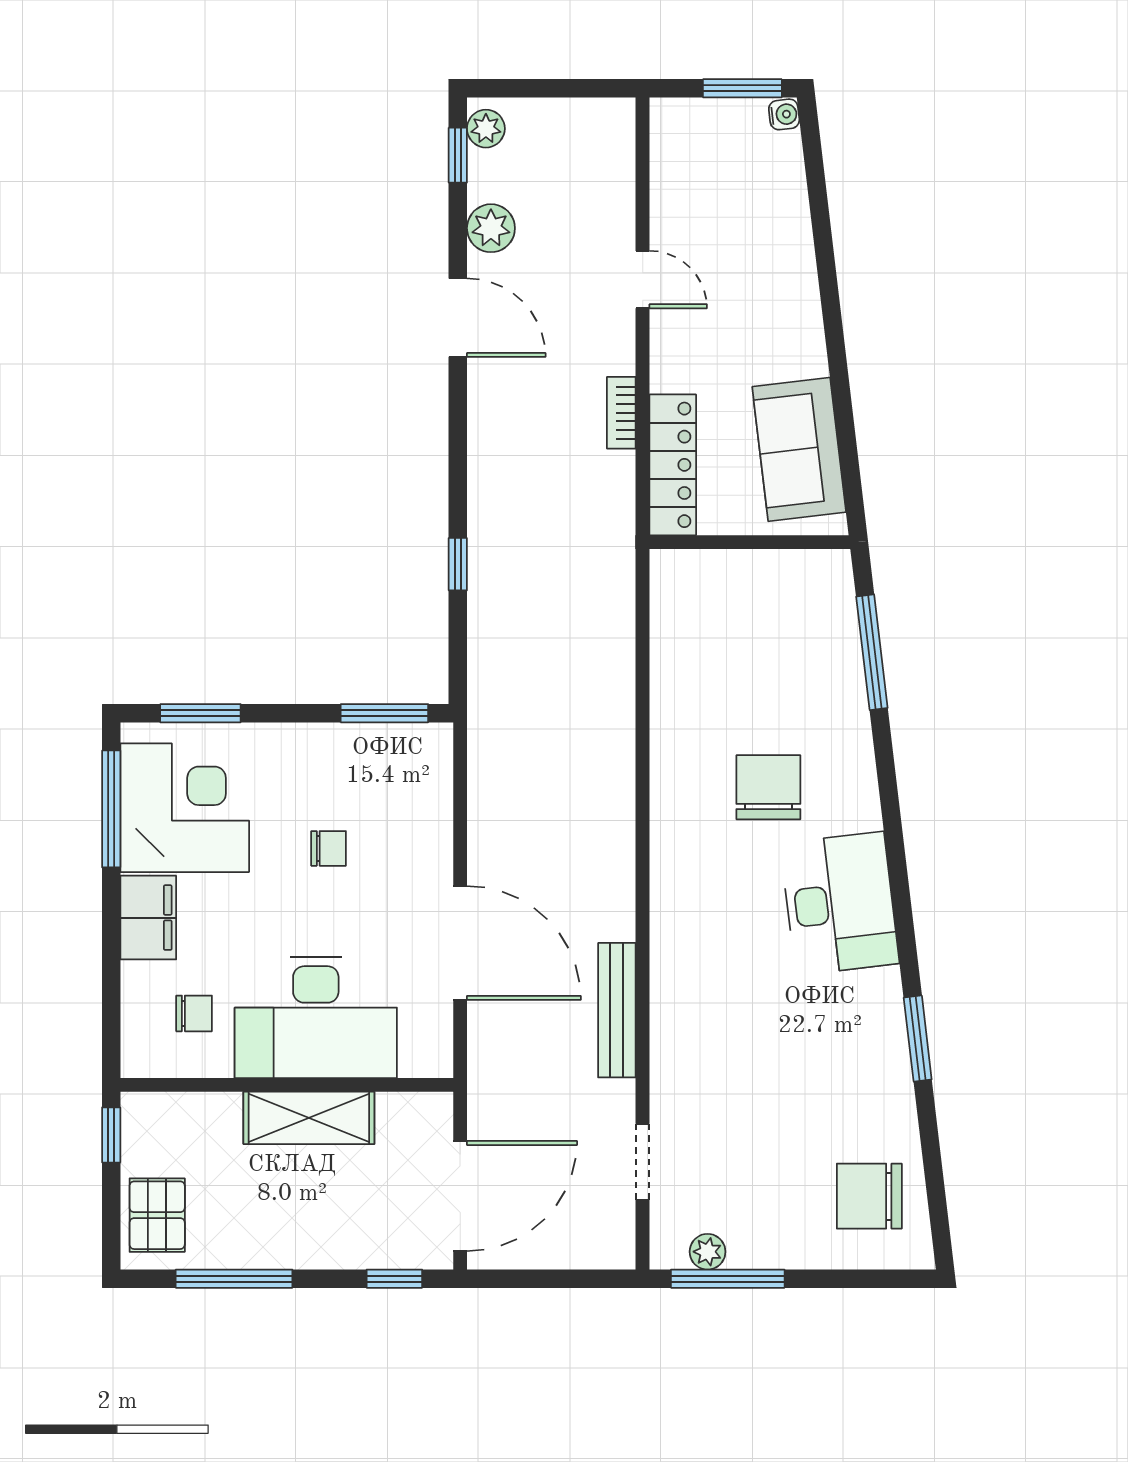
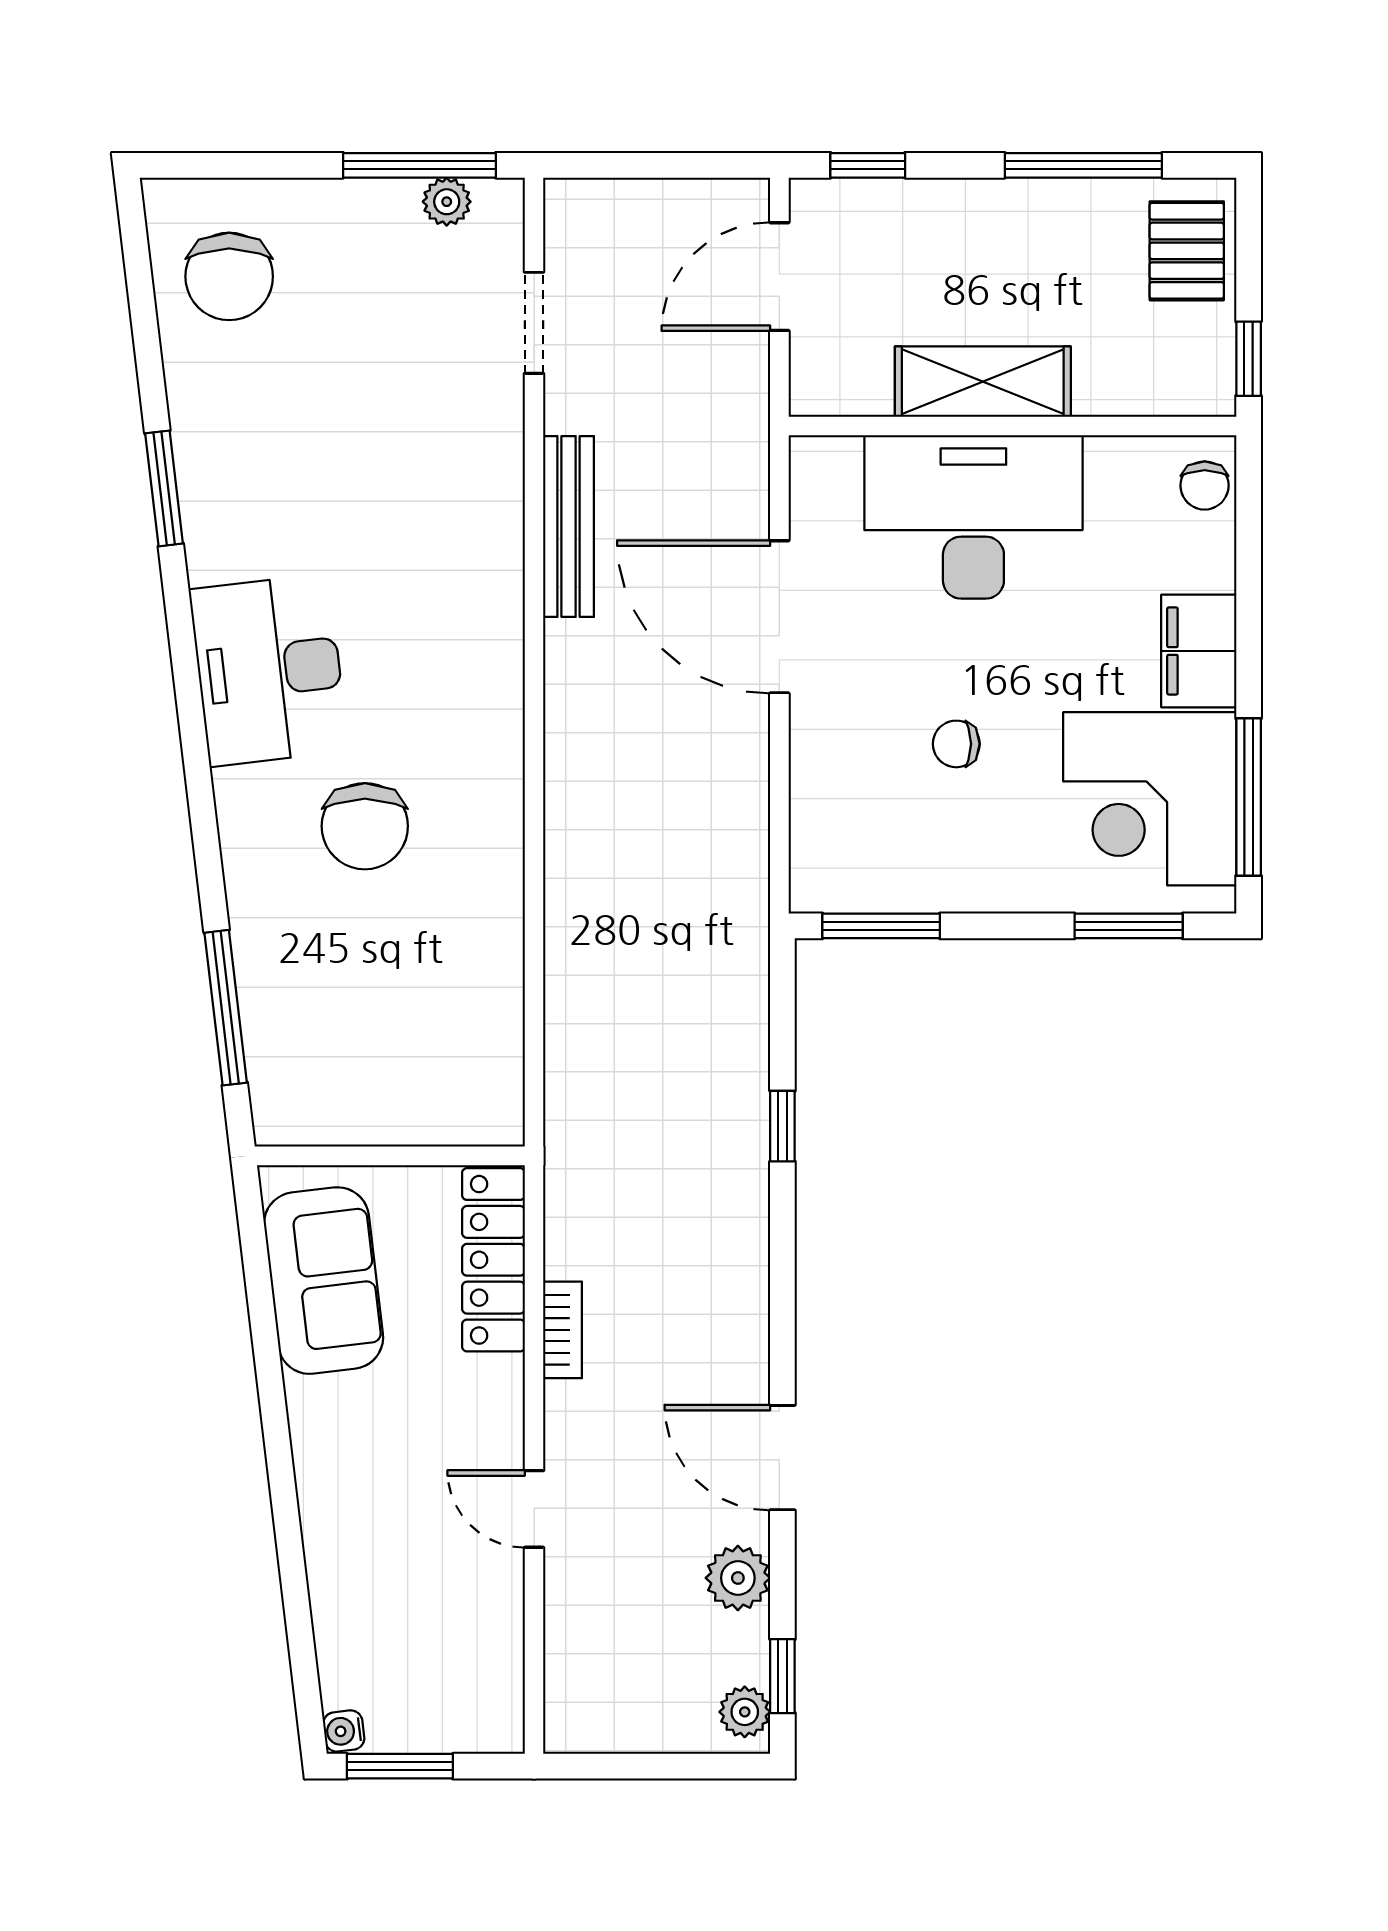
chair: (194, 1013) -> (1205, 486), moved, turned -90
door: (460, 1196) -> (779, 277), width x0.73
chair: (869, 1196) -> (229, 276), turned 90

